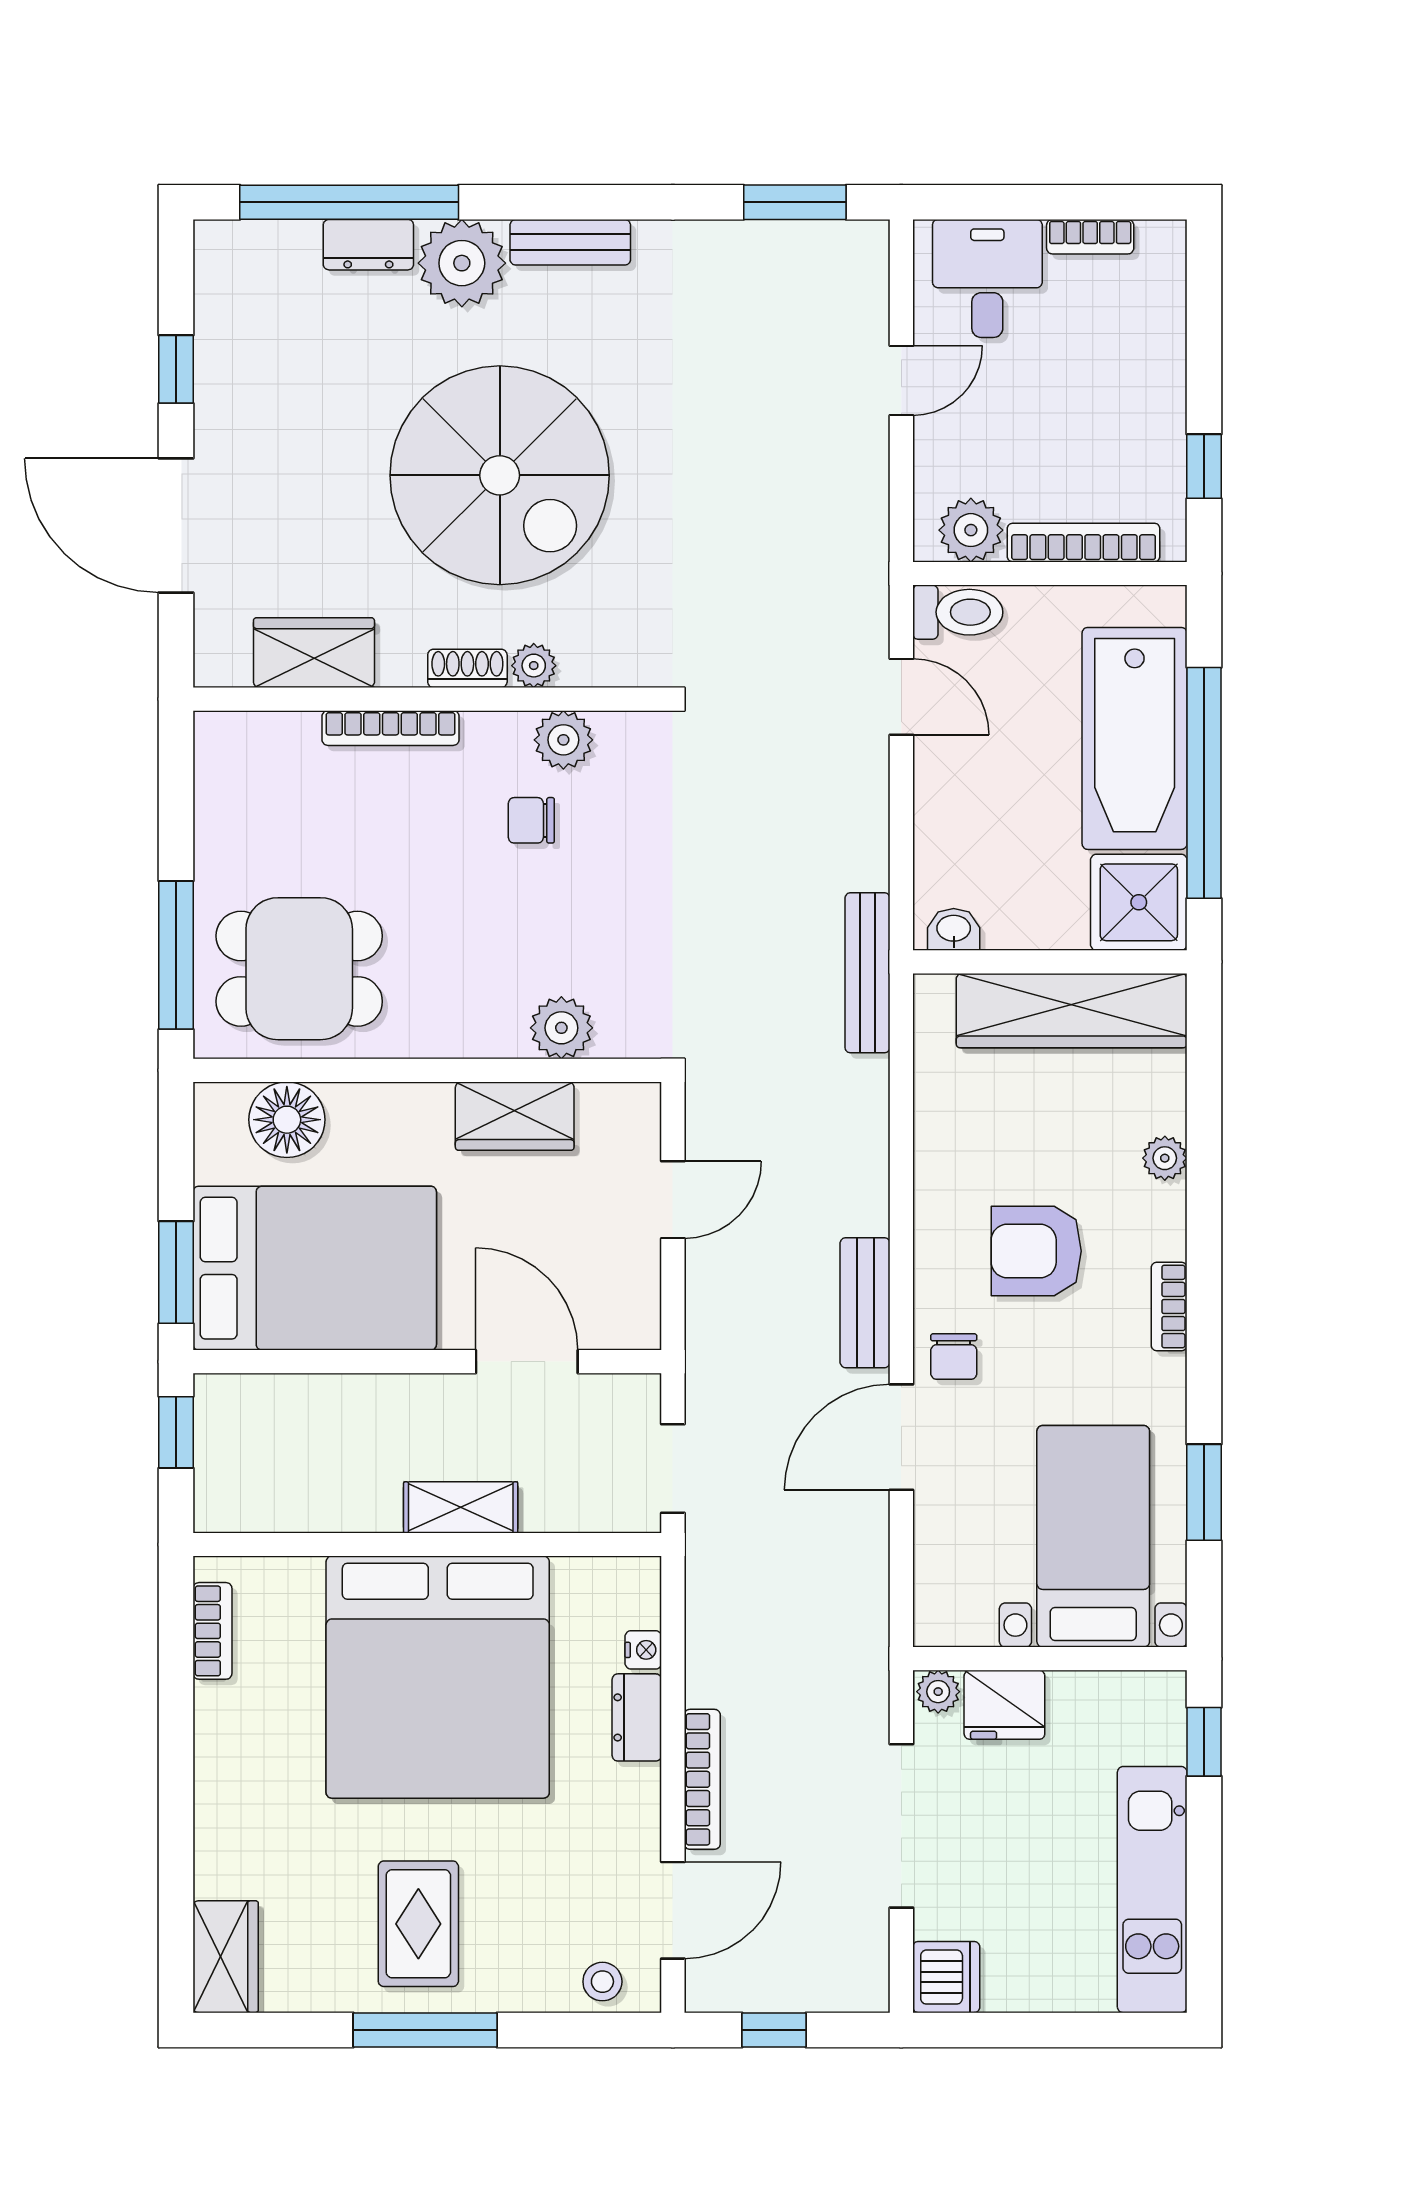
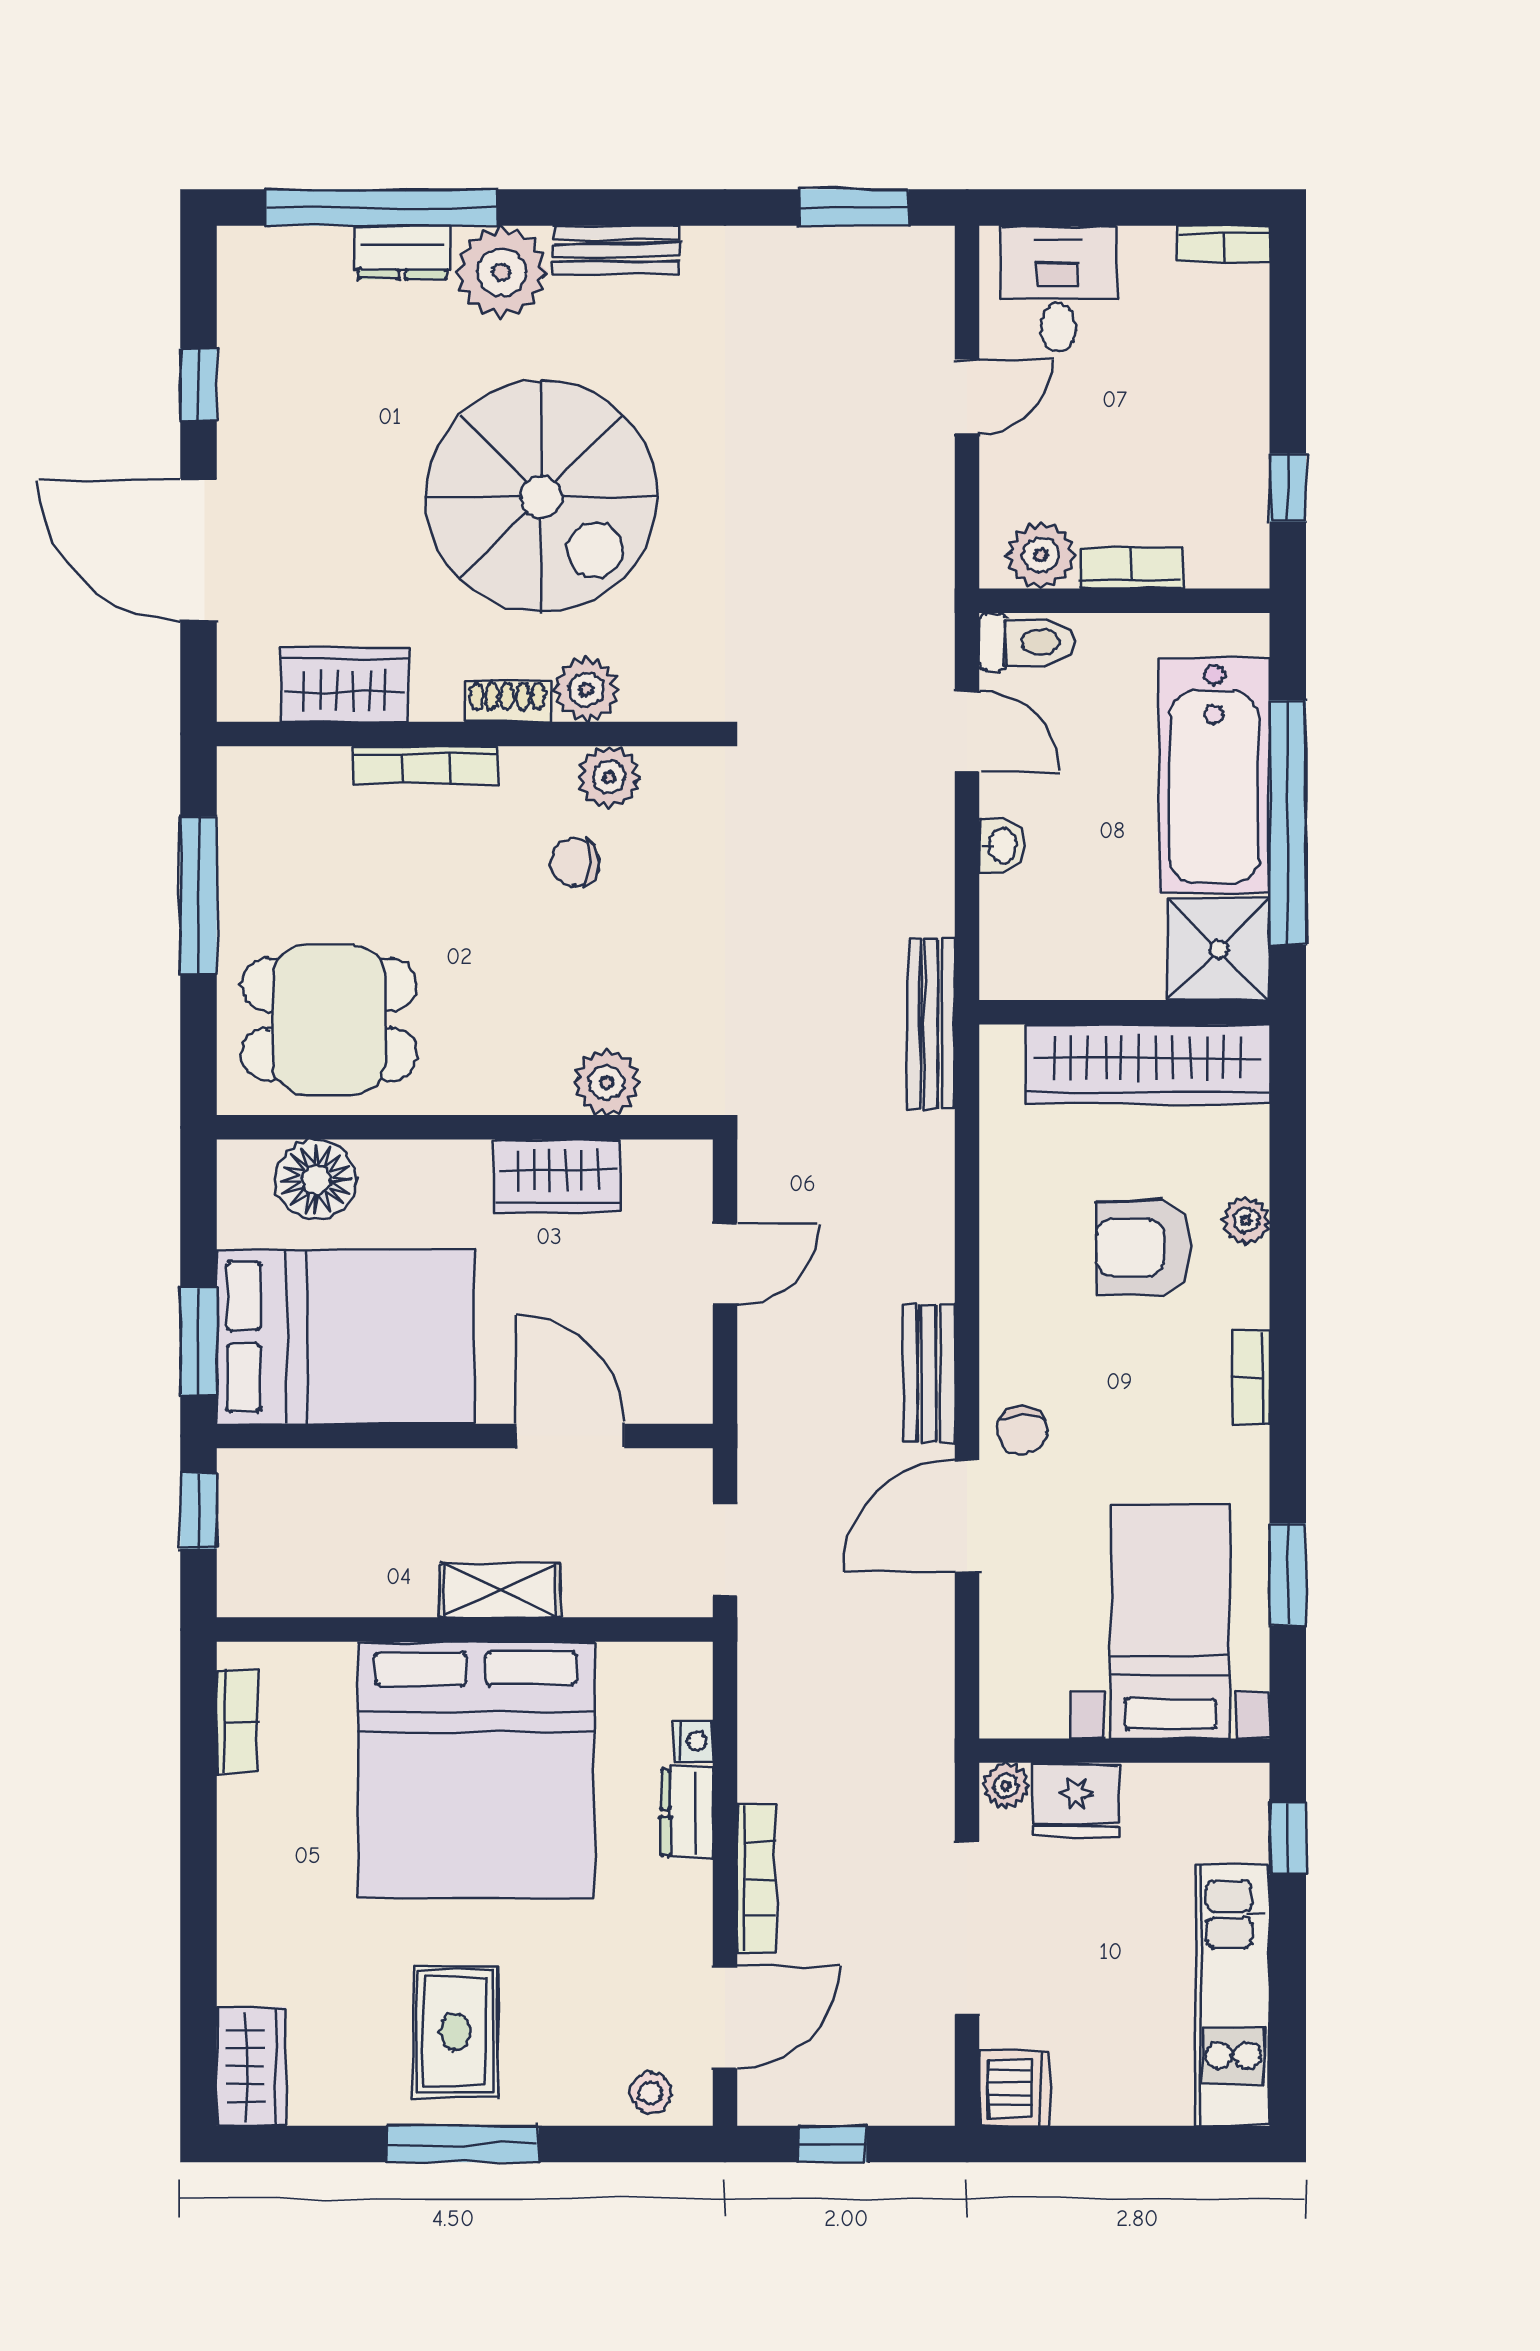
bookcase: (1090, 237) -> (1224, 244), moved
bookcase: (1084, 543) -> (1131, 568), width x0.64
plant: (534, 666) -> (586, 690), width x1.38, depth x1.38
washbasin: (954, 929) -> (1001, 846), moved, turned 90
window: (176, 955) -> (199, 895), moved
armchair: (1036, 1251) -> (1144, 1248), moved

